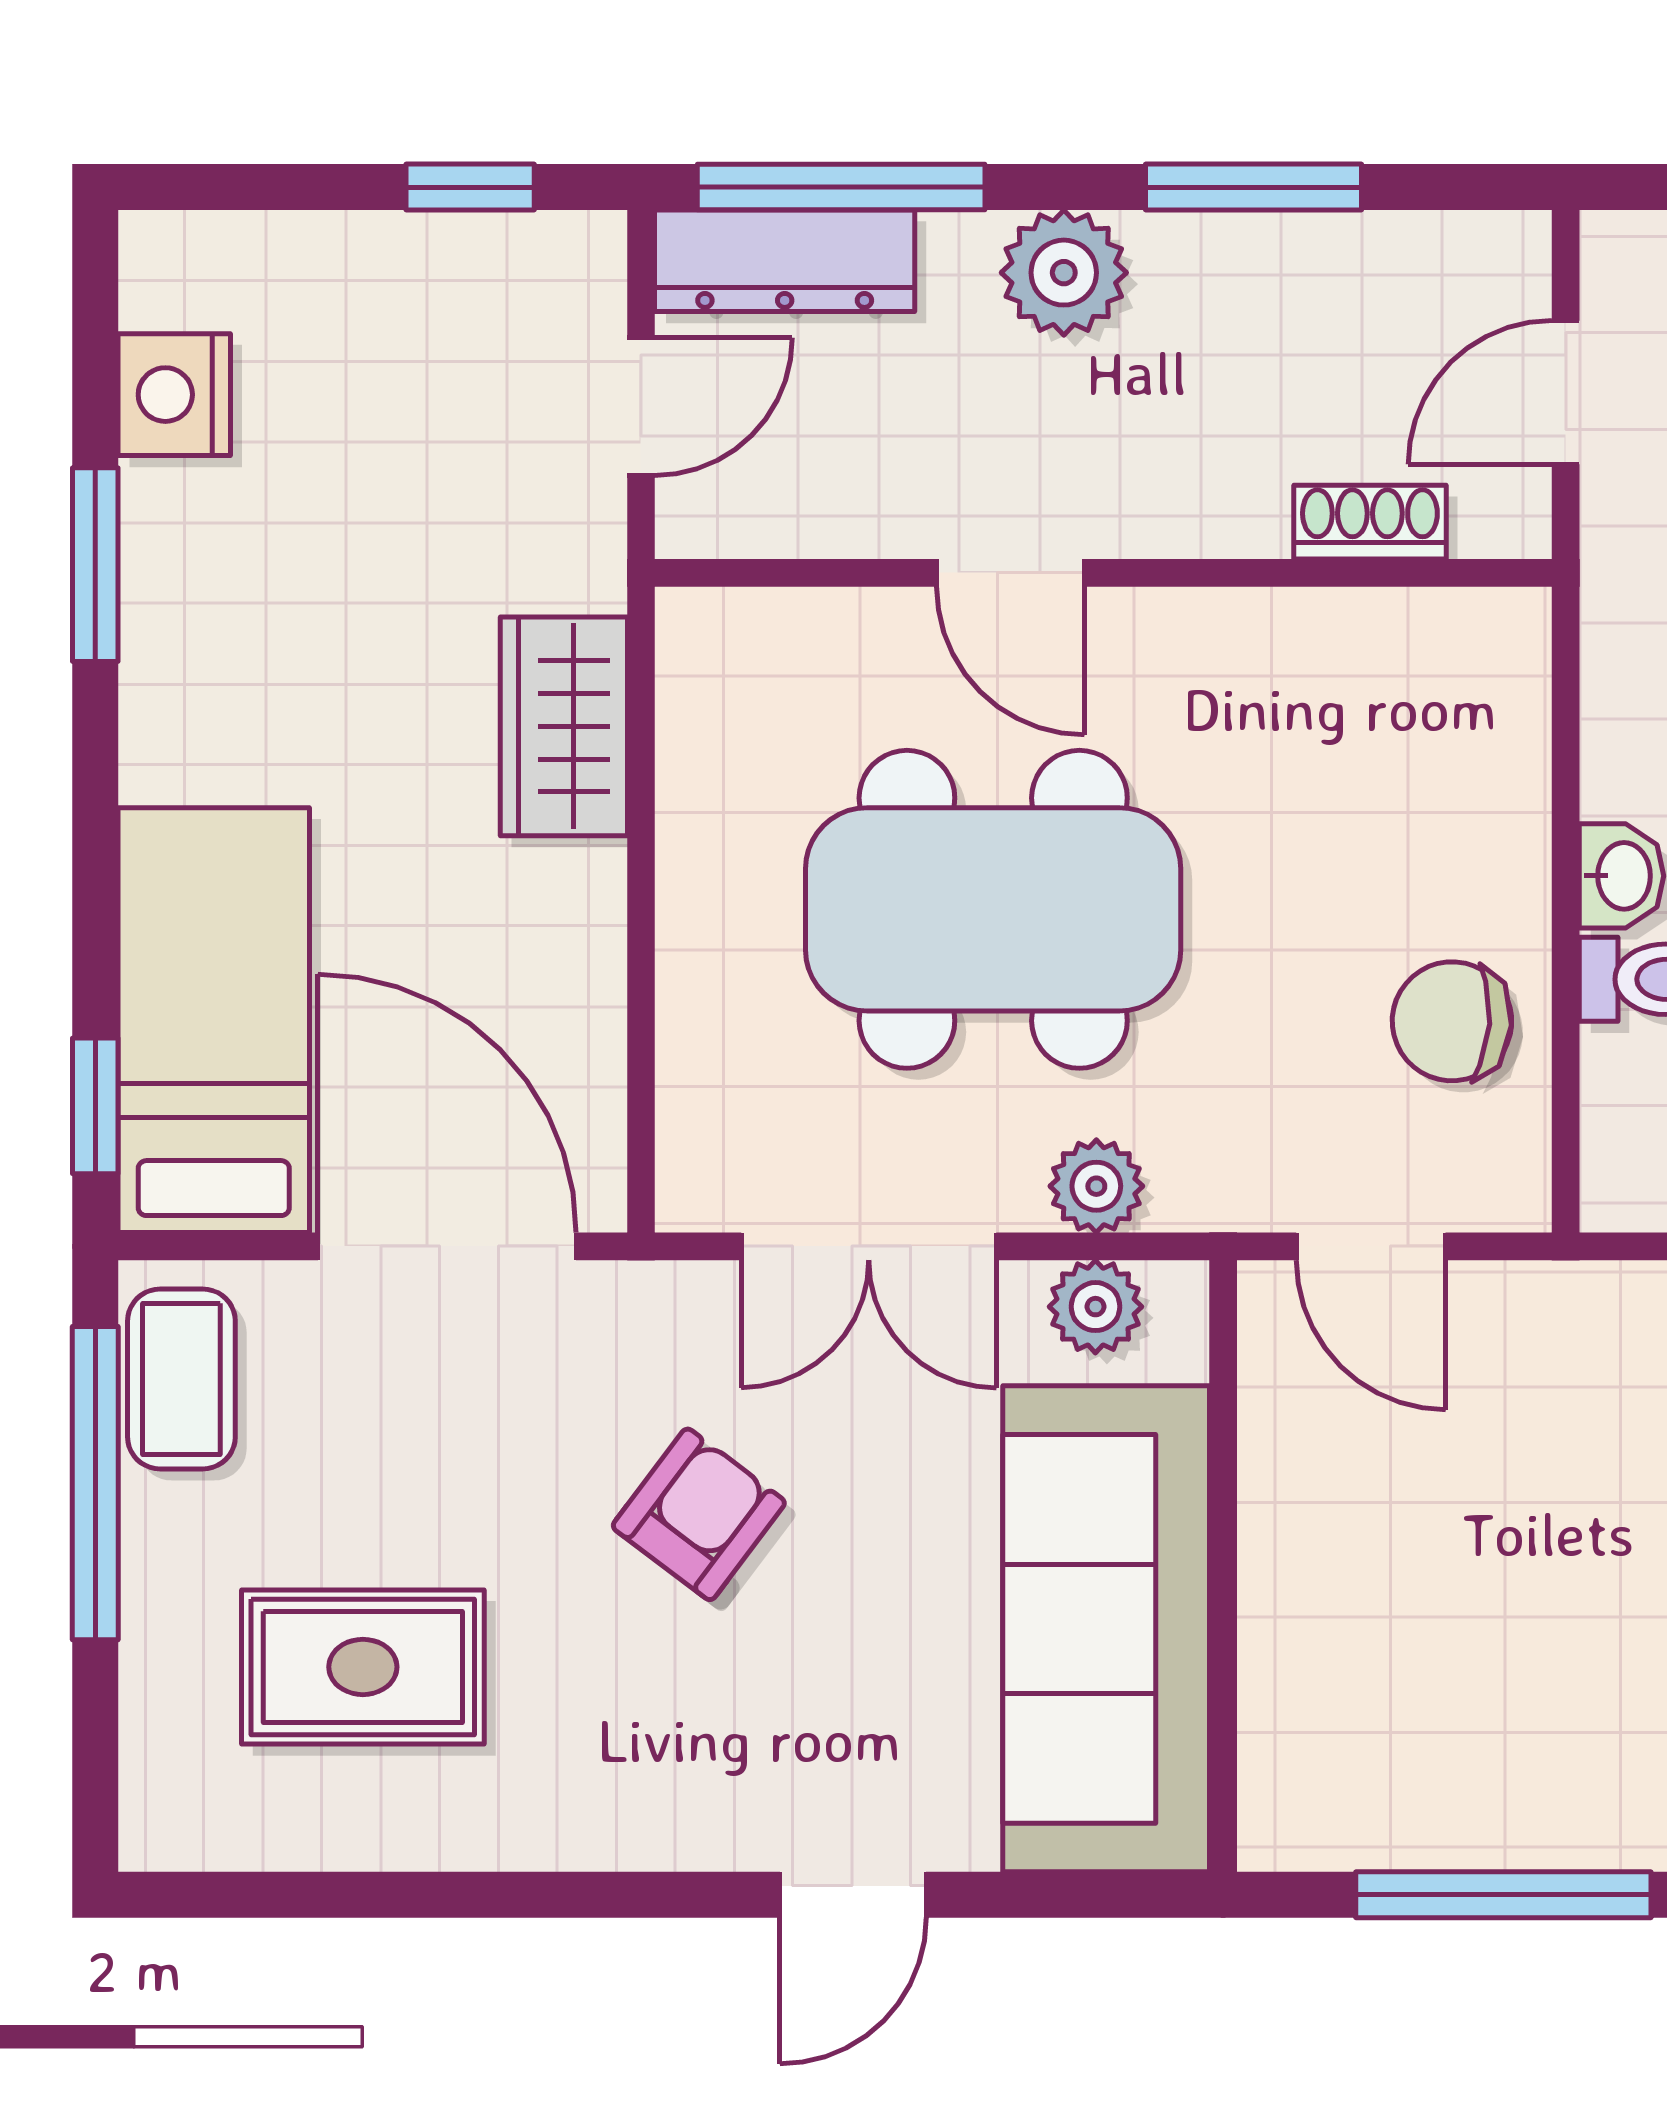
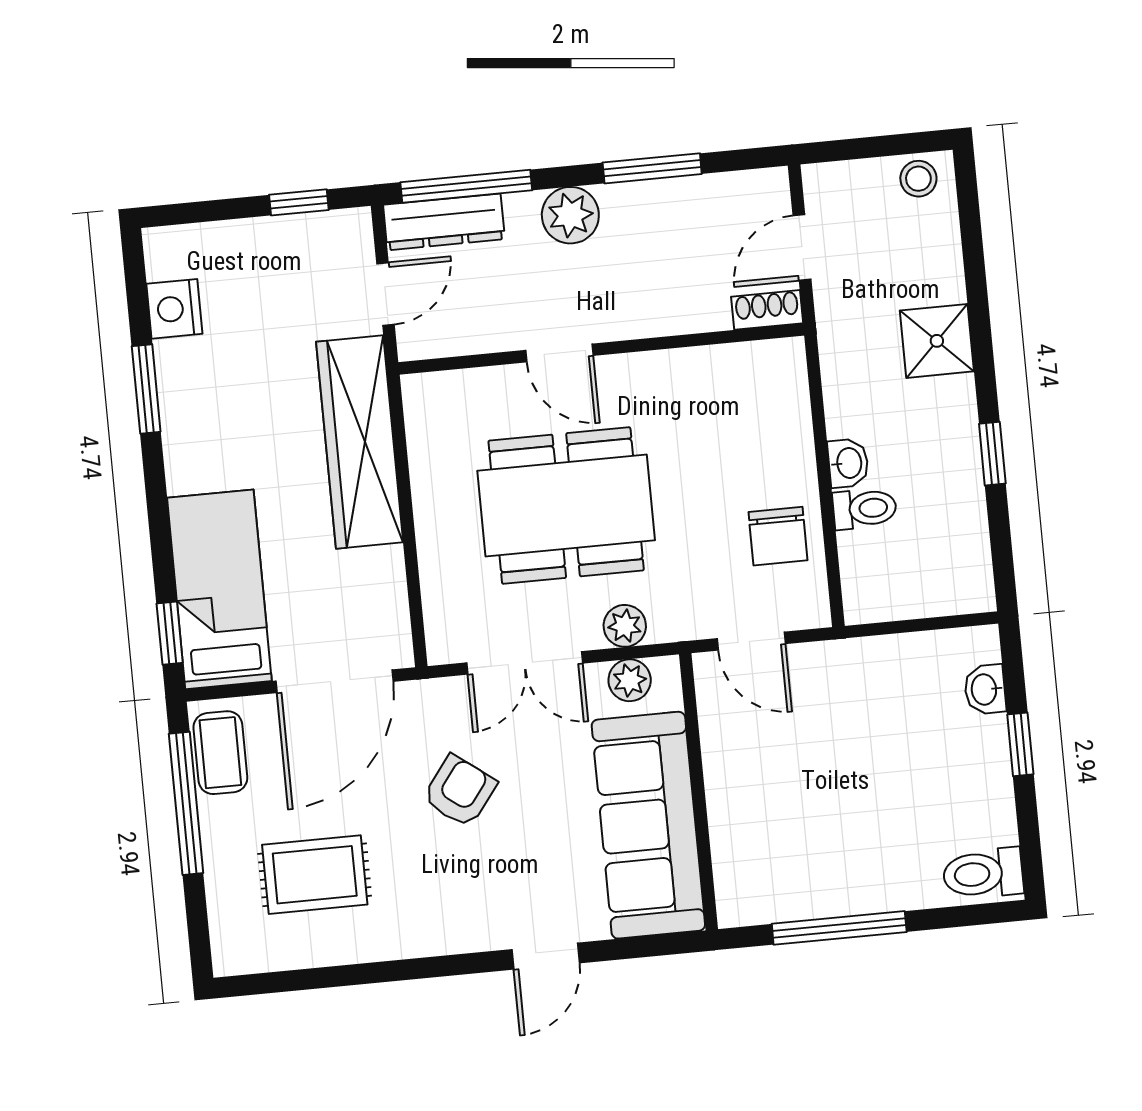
shoe rack: (1370, 522) -> (767, 310), moved
wardrobe: (564, 726) -> (360, 442), width x2.10, depth x1.17
chair: (1452, 1021) -> (778, 536), turned -94
door: (447, 1246) -> (334, 681), swing flipped

